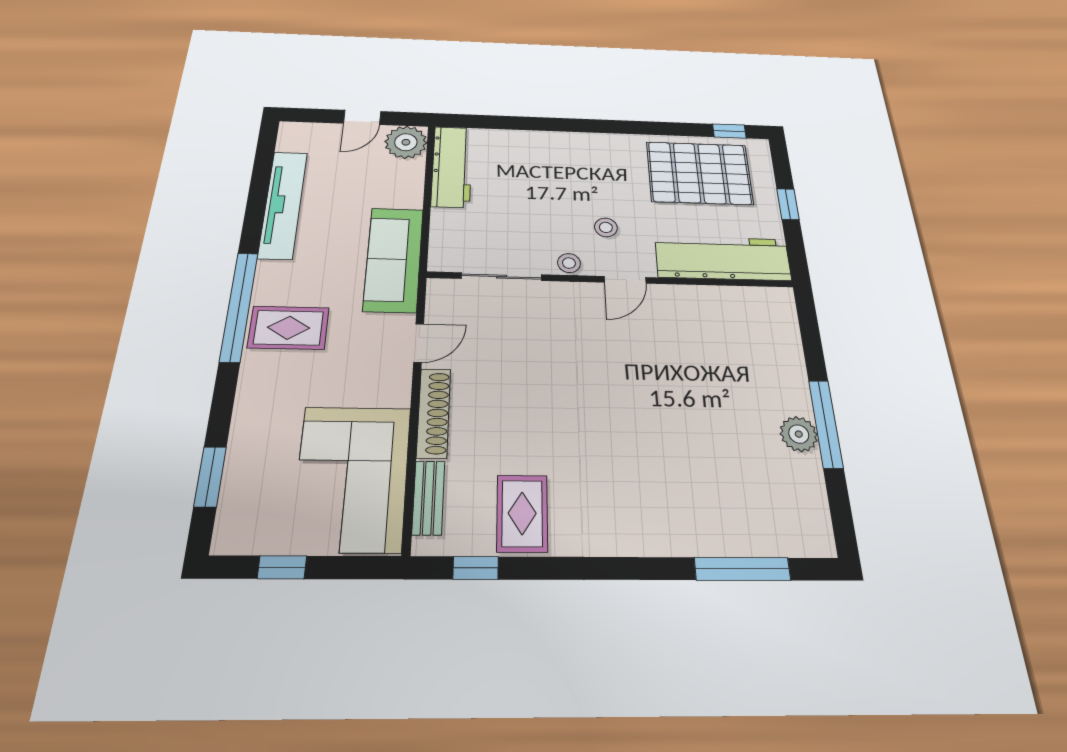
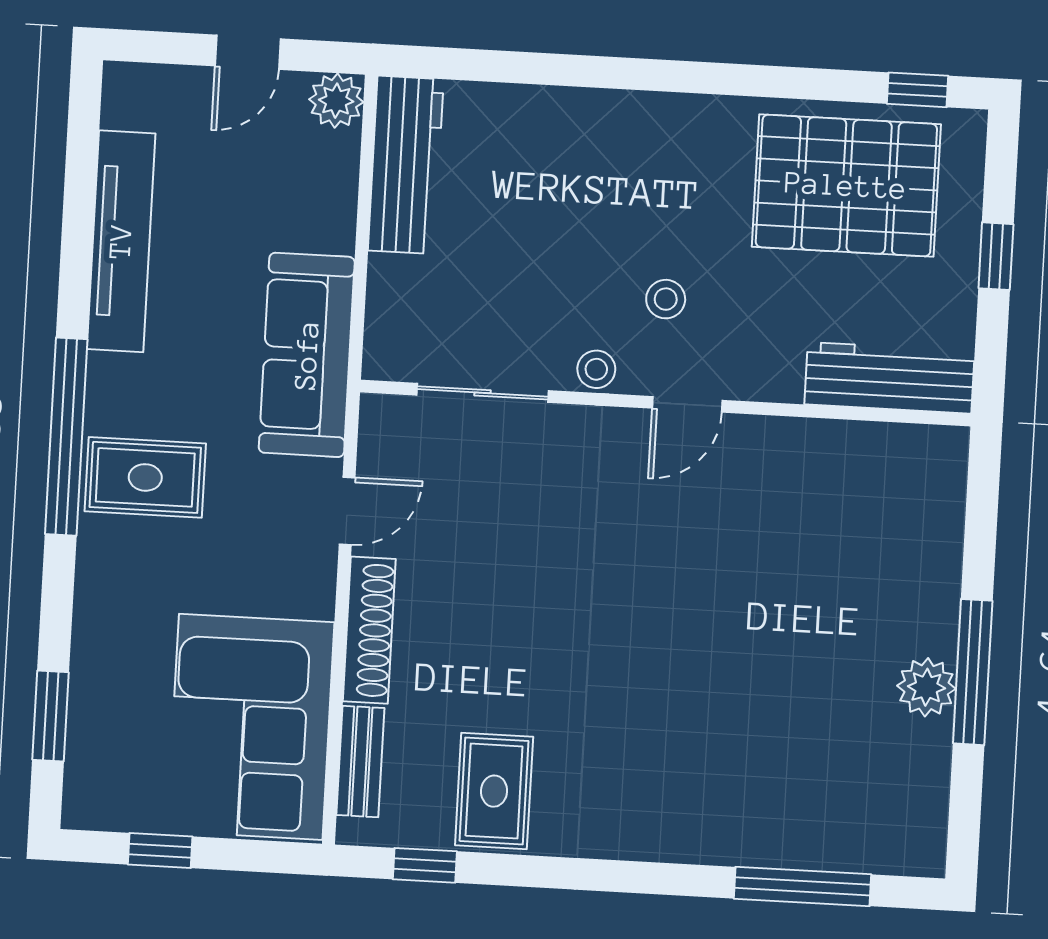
plant: (406, 142) -> (336, 101), width x0.73, depth x0.73
workbench: (723, 258) -> (890, 378), width x0.73, depth x0.76

